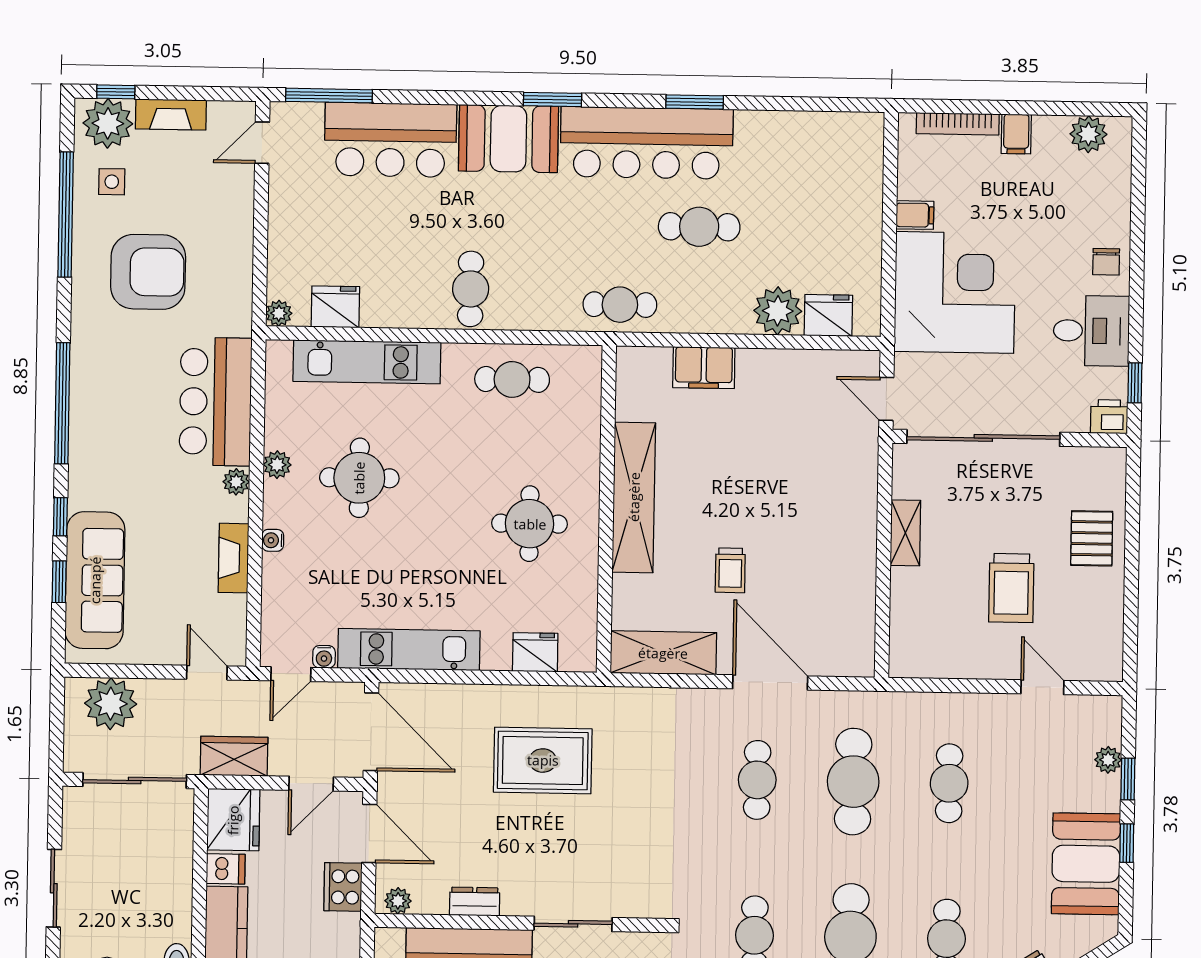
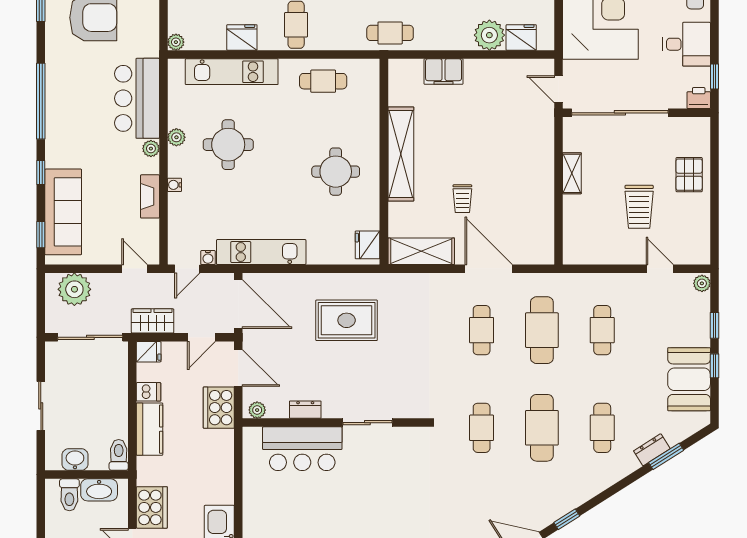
fridge: (335, 307) -> (242, 37), moved
window: (59, 582) -> (41, 235), moved
fridge: (535, 652) -> (368, 245), moved, turned -90
plant: (1108, 760) -> (702, 283), moved
fridge: (233, 820) -> (149, 352), width x0.53, depth x0.75
cooker: (343, 887) -> (219, 408), width x1.37, depth x1.31

